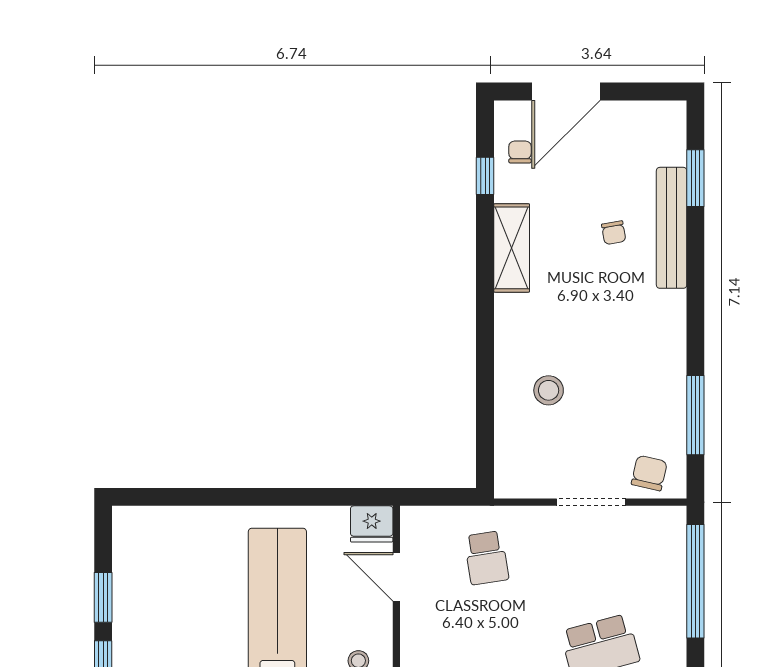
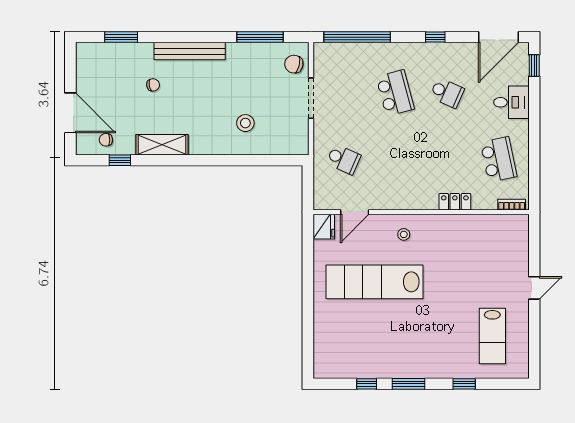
bench: (672, 228) -> (190, 51), moved
school desk: (486, 558) -> (343, 159), turned 33
window: (103, 597) -> (367, 384), width x0.67

